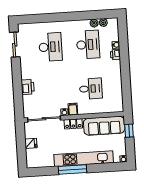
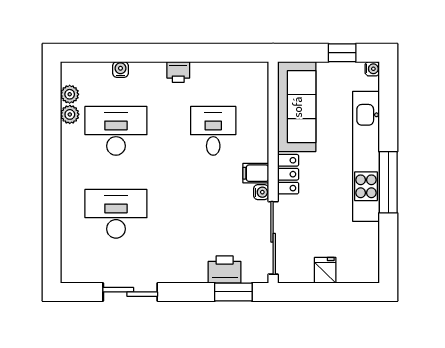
sliding door: (15, 45) -> (130, 292), moved
printer: (115, 55) -> (178, 72), moved
printer: (28, 87) -> (225, 270), moved
window: (18, 102) -> (233, 292), added
window: (129, 131) -> (342, 53), moved

